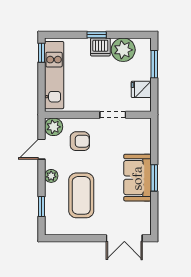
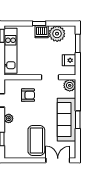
plant: (54, 127) -> (70, 85), moved
sofa: (137, 178) -> (67, 120), width x1.36
coffee table: (81, 195) -> (36, 140), moved
double door: (124, 238) -> (58, 160), swing flipped

